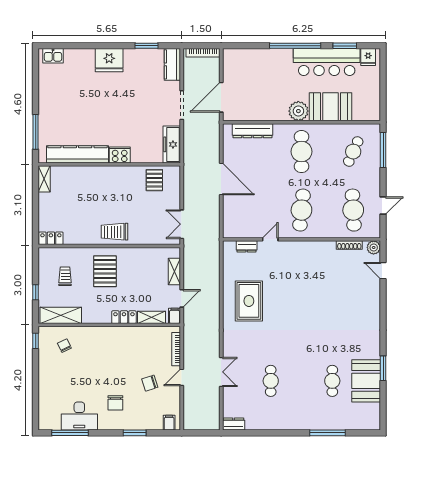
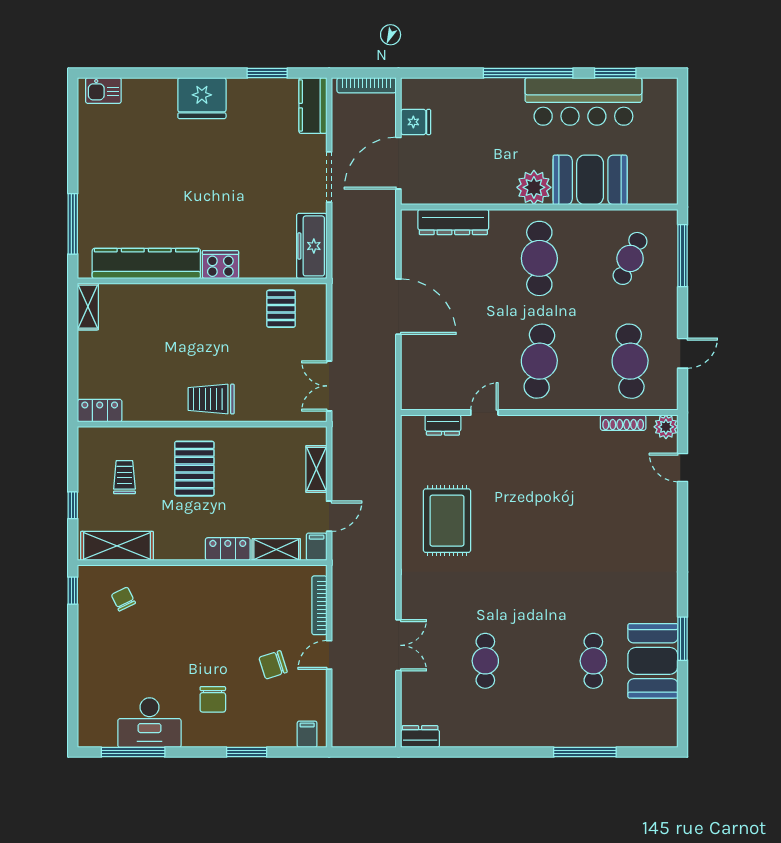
fridge: (368, 57) -> (416, 122), moved, turned -90

